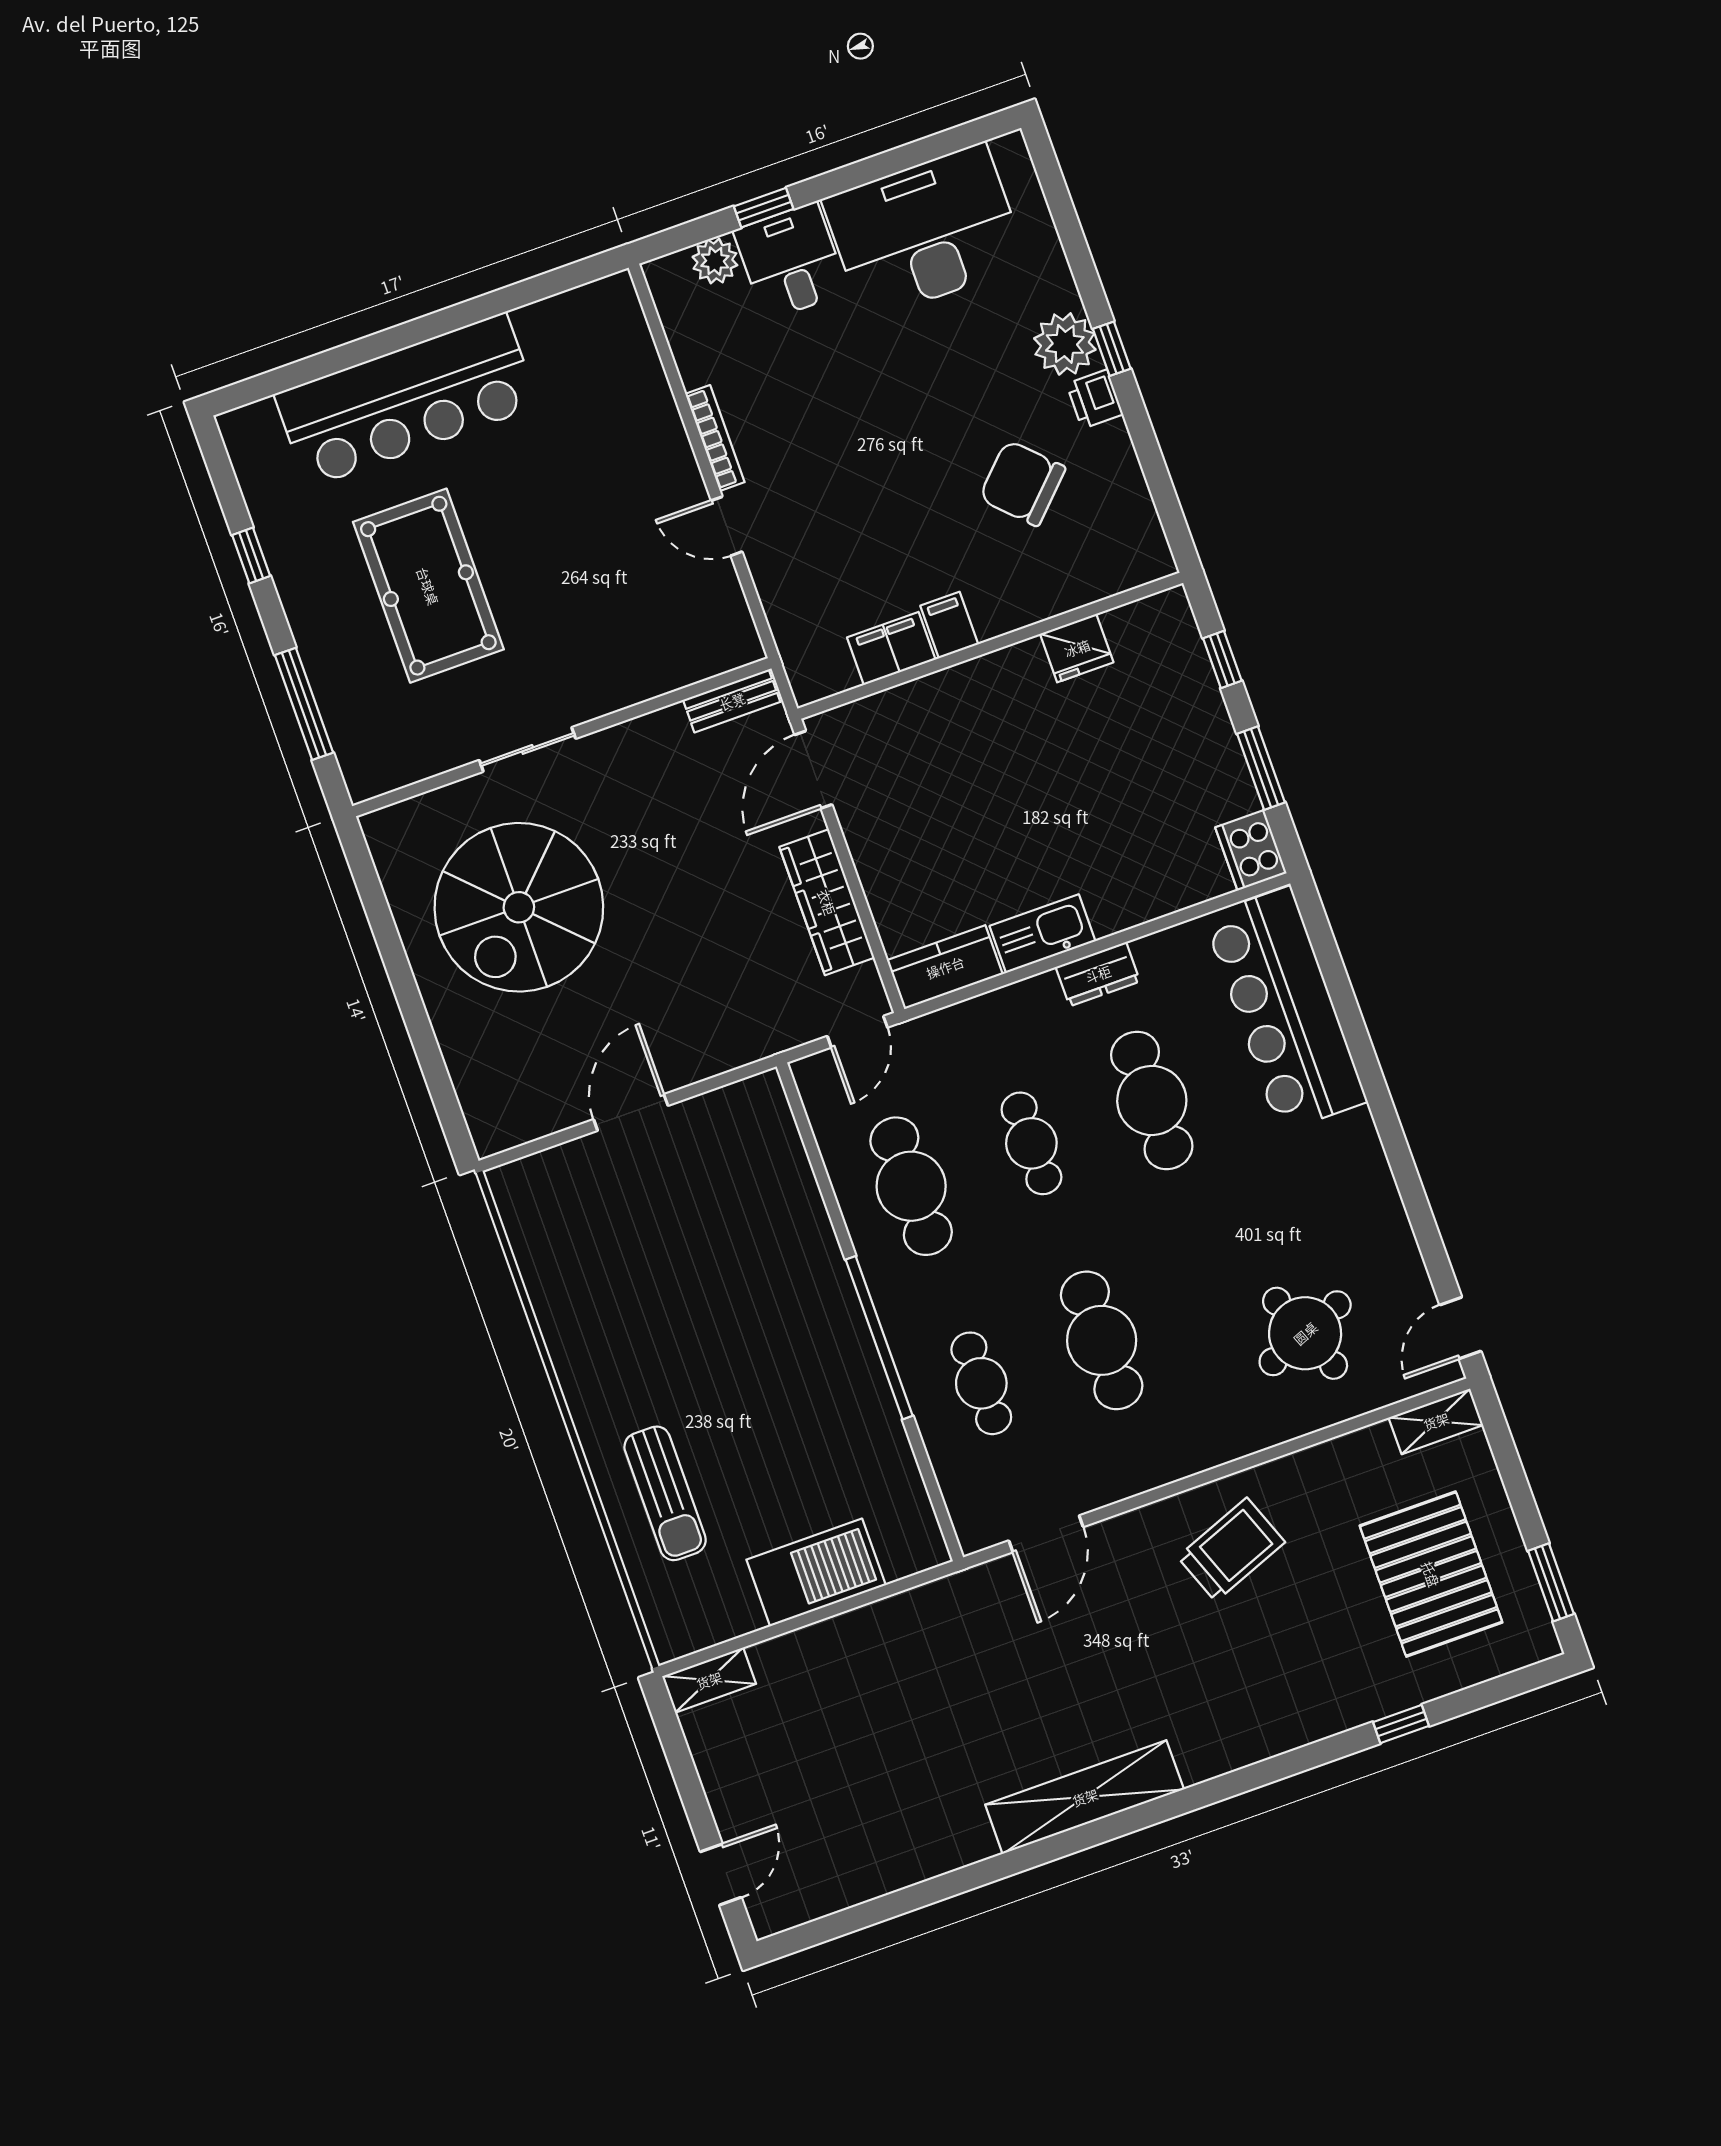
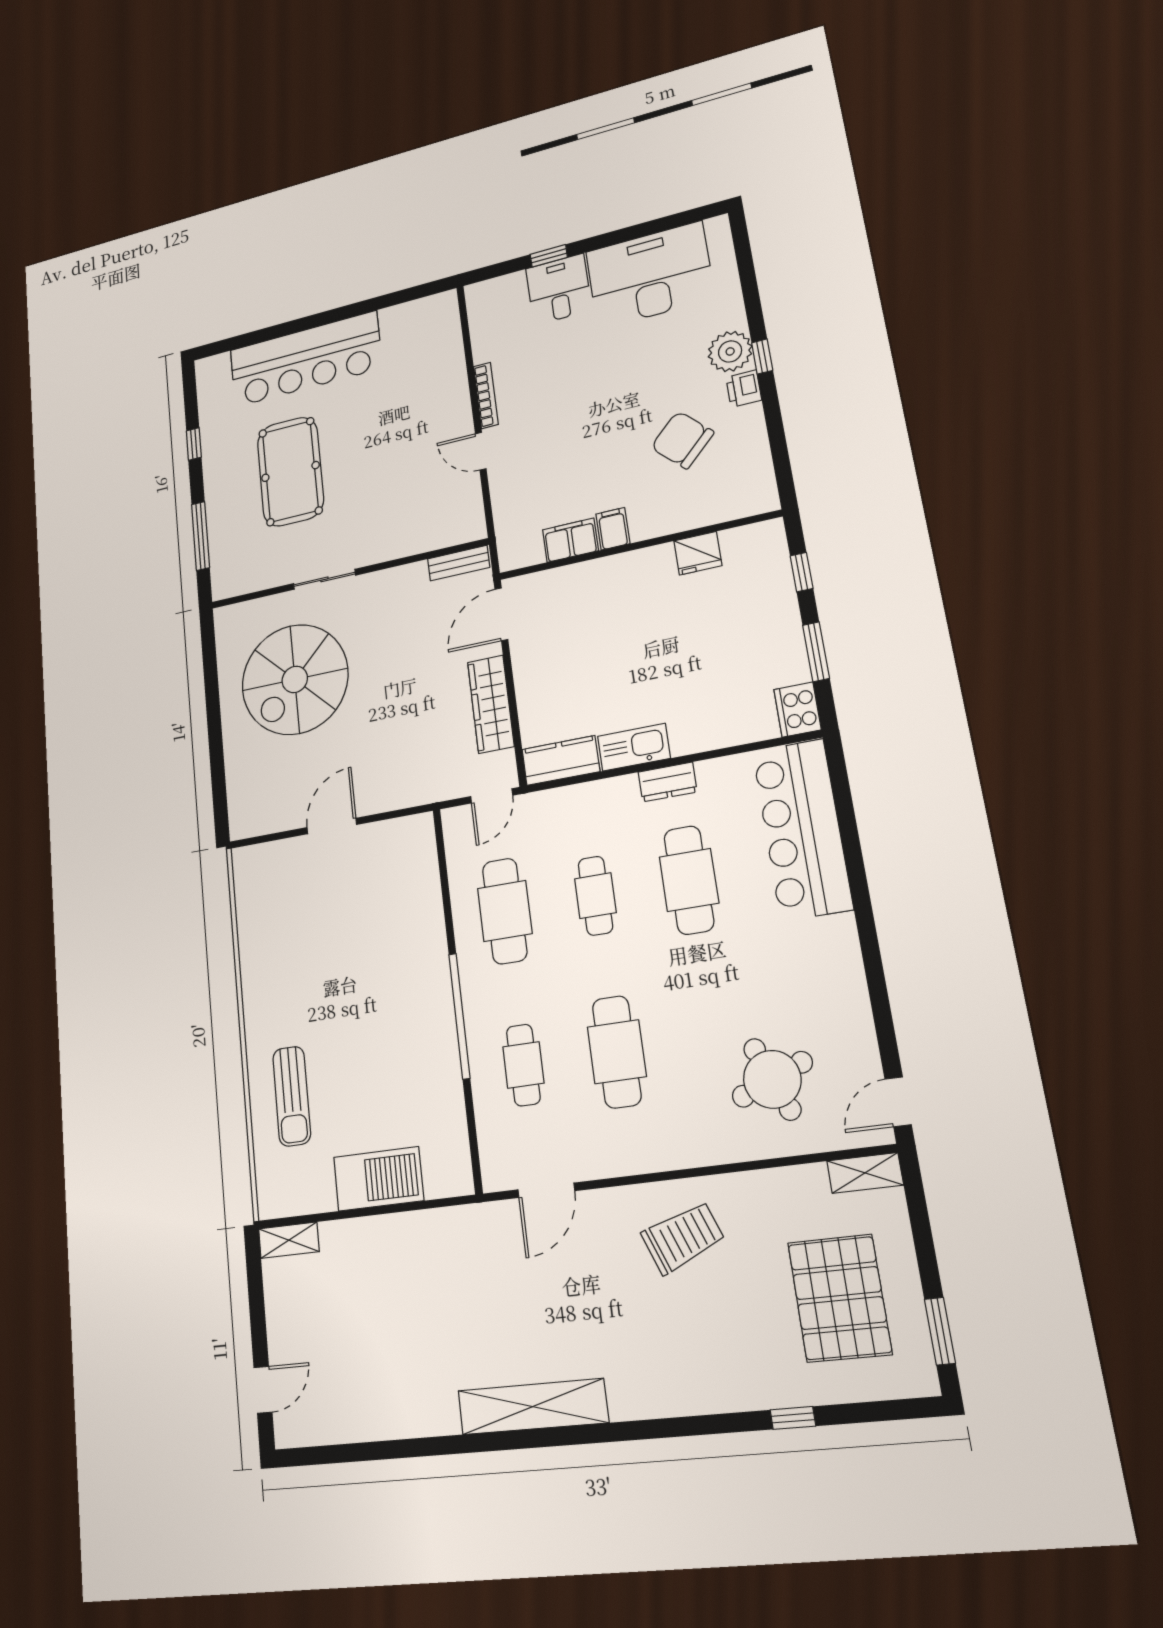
plant: (715, 261) -> (511, 287), removed

